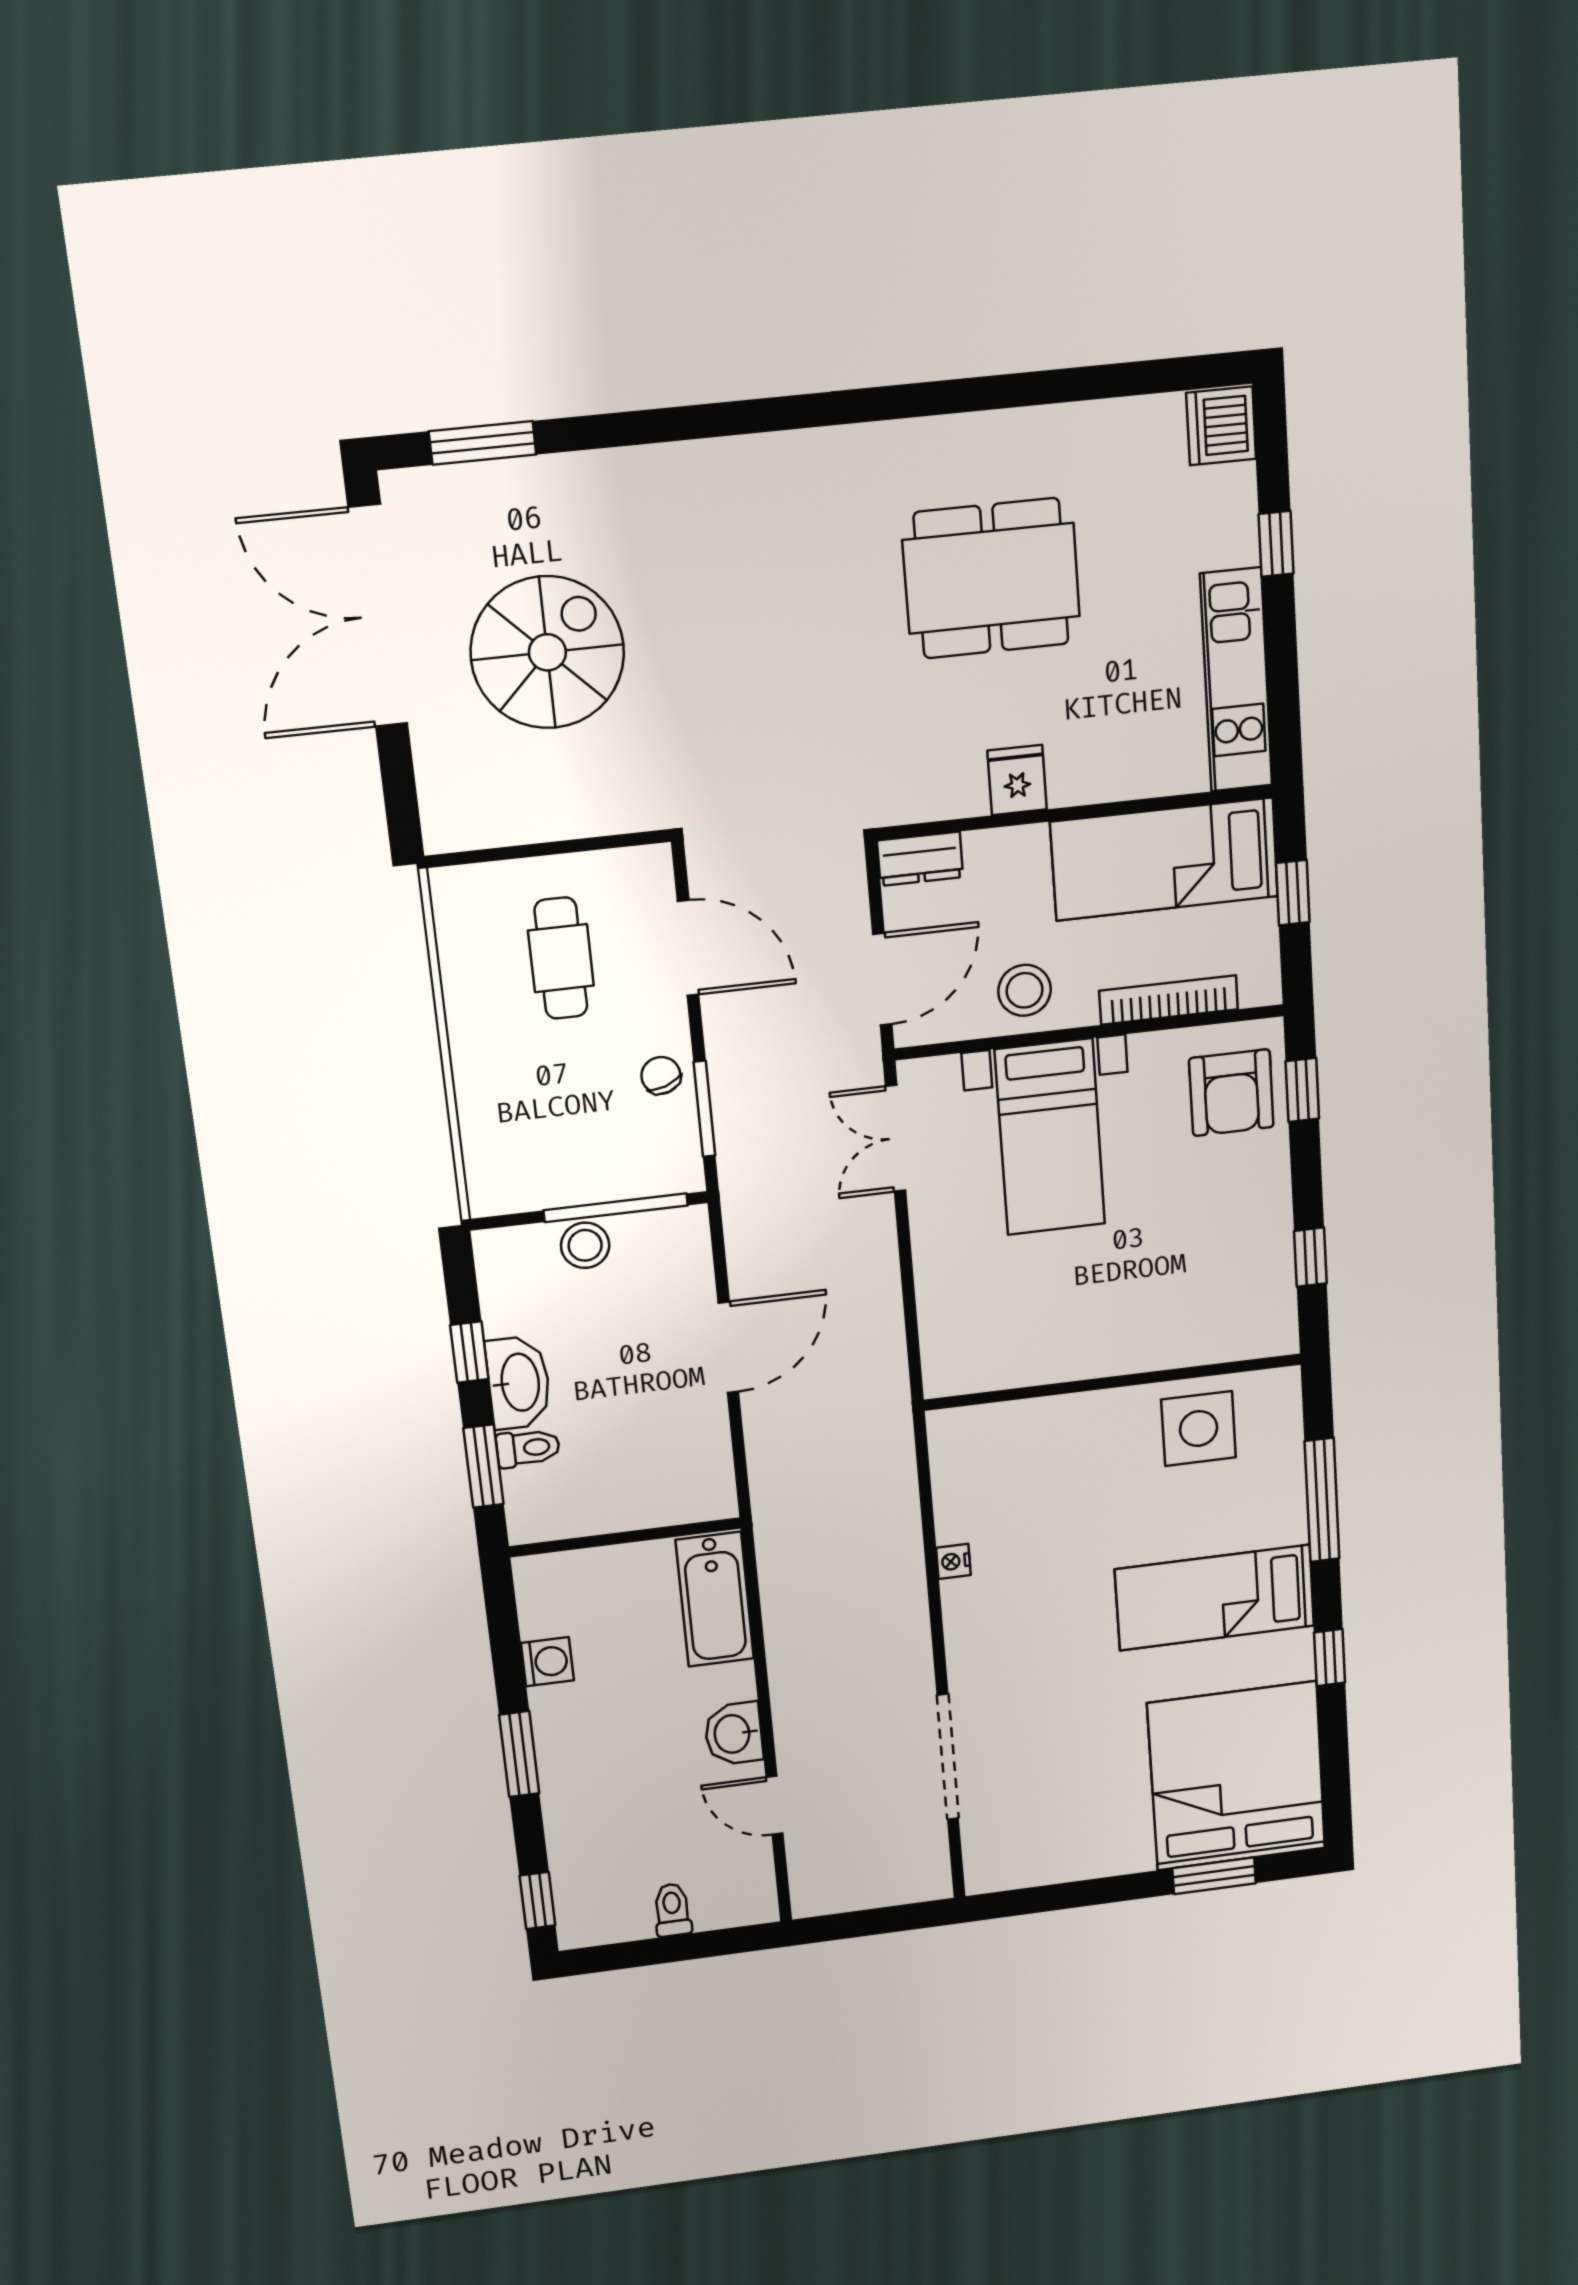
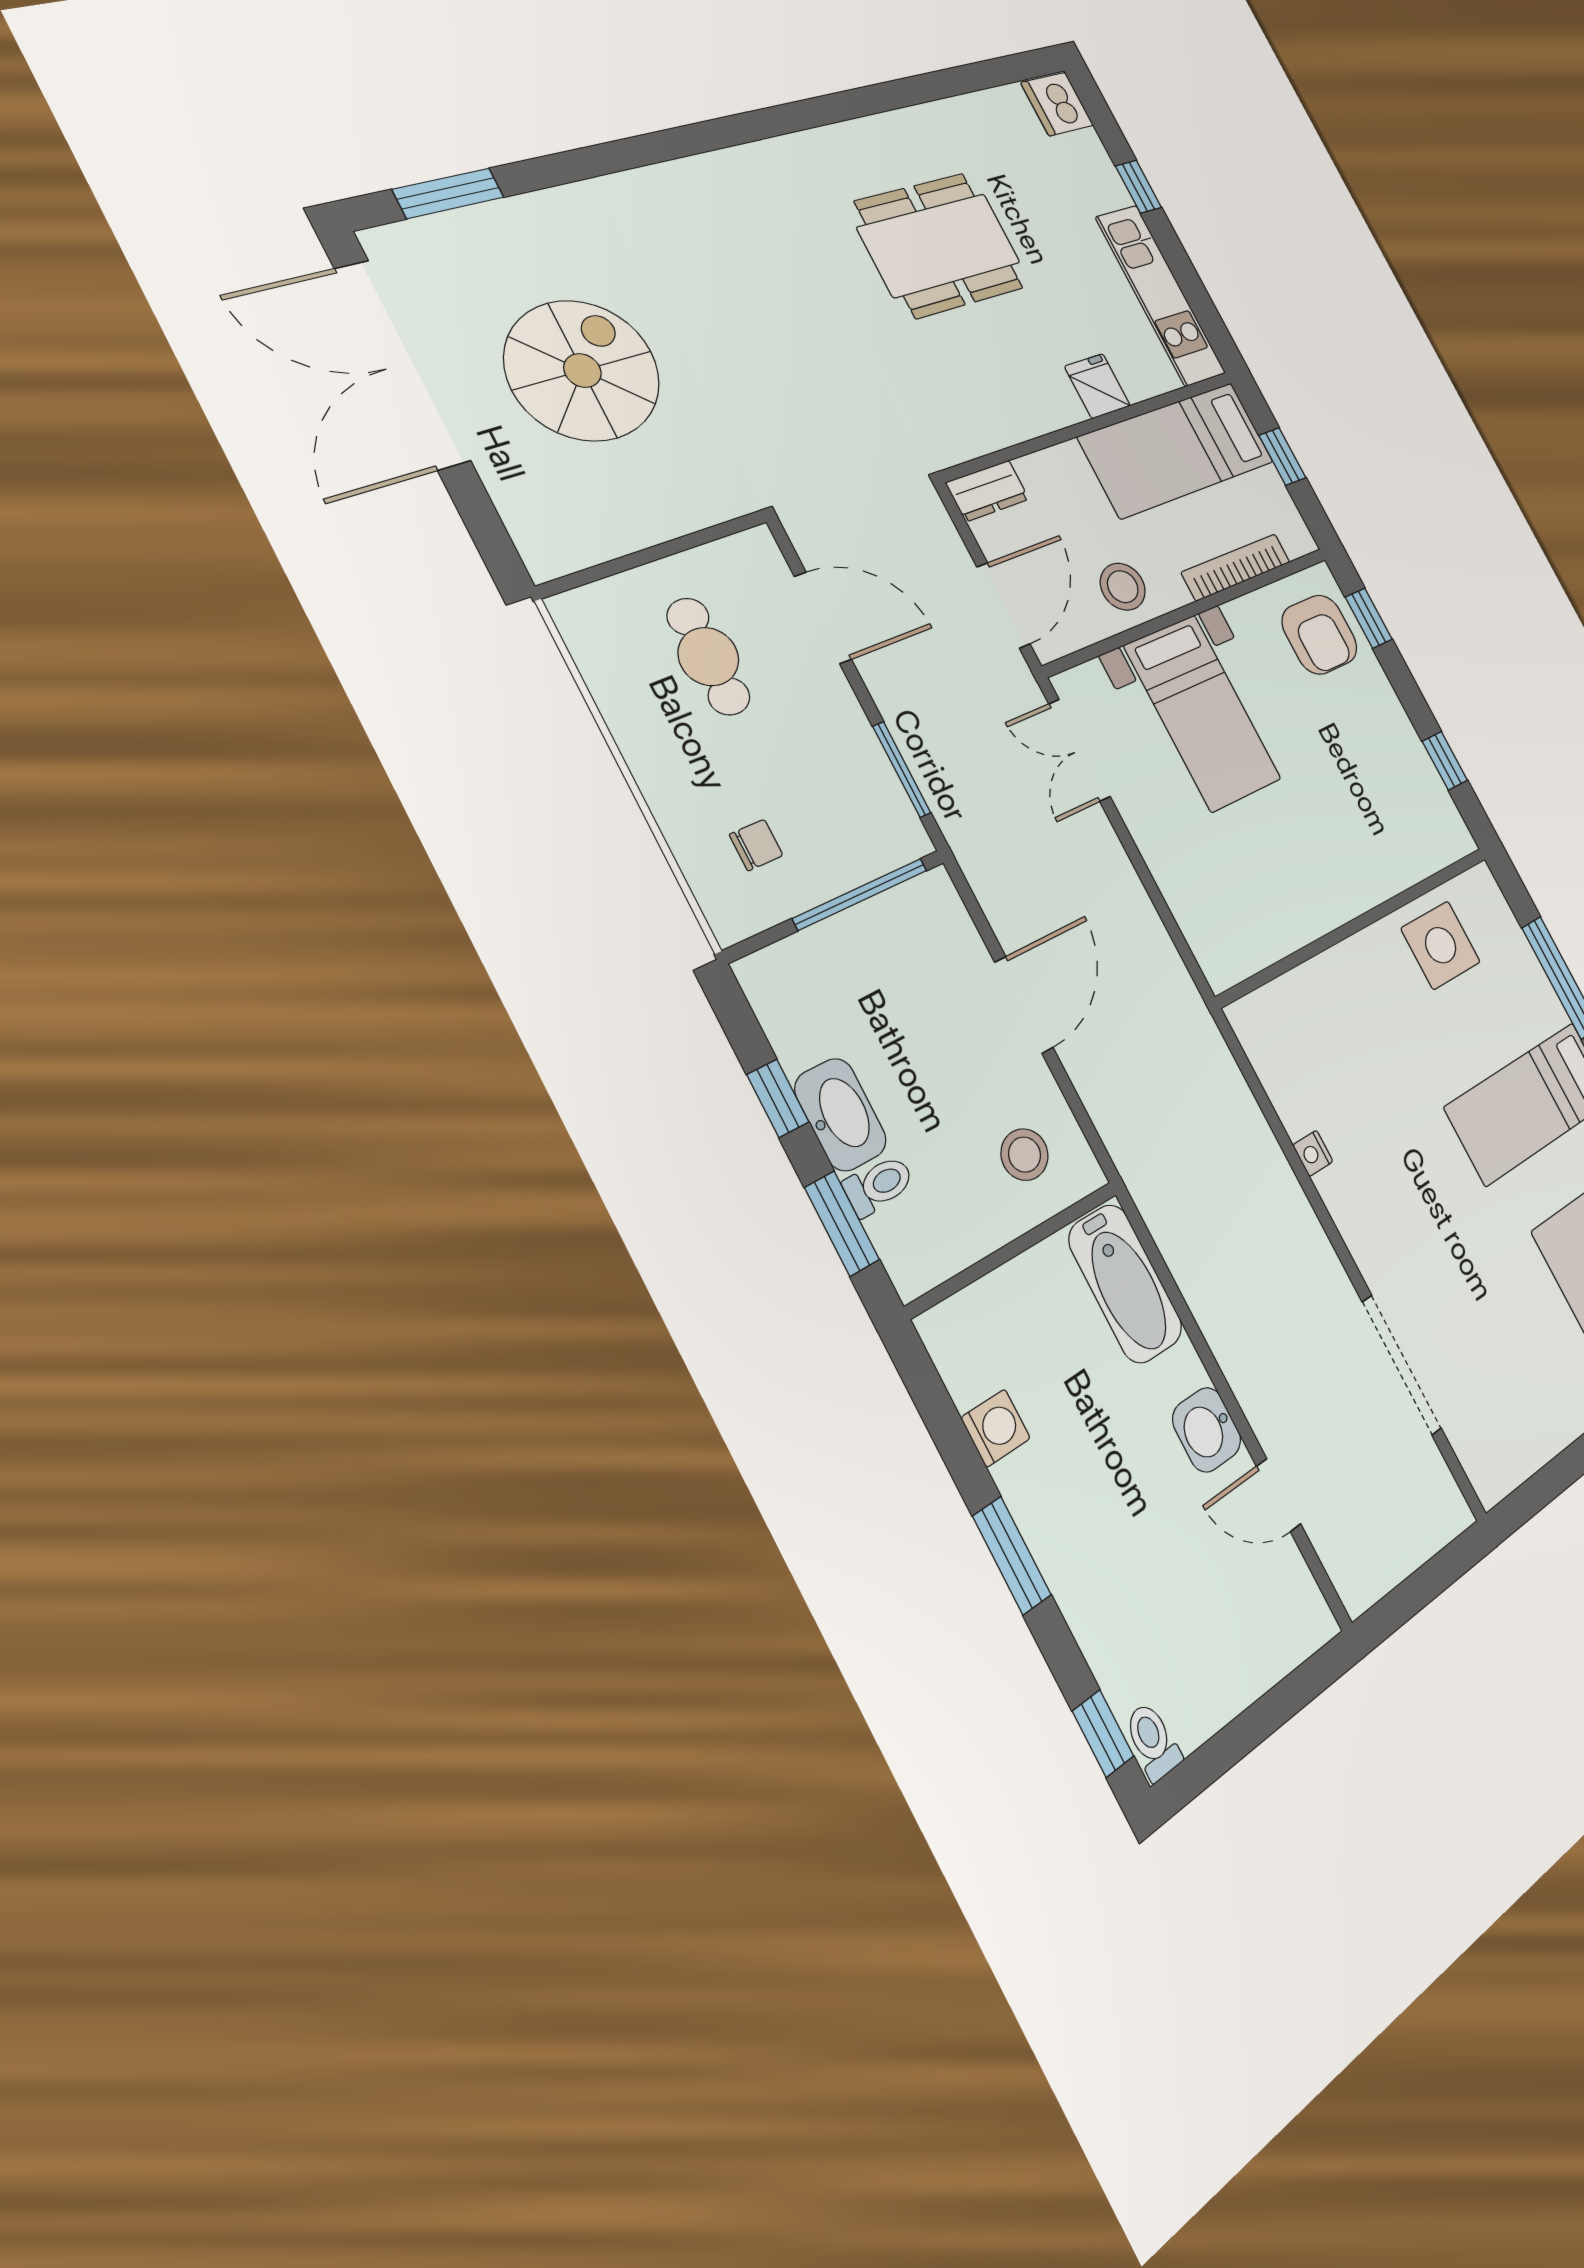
fridge: (1017, 780) -> (1097, 386), moved
chair: (661, 1075) -> (756, 845), moved, turned 110
stool: (585, 1245) -> (1025, 1155), moved
toilet: (672, 1910) -> (1153, 1741), moved

